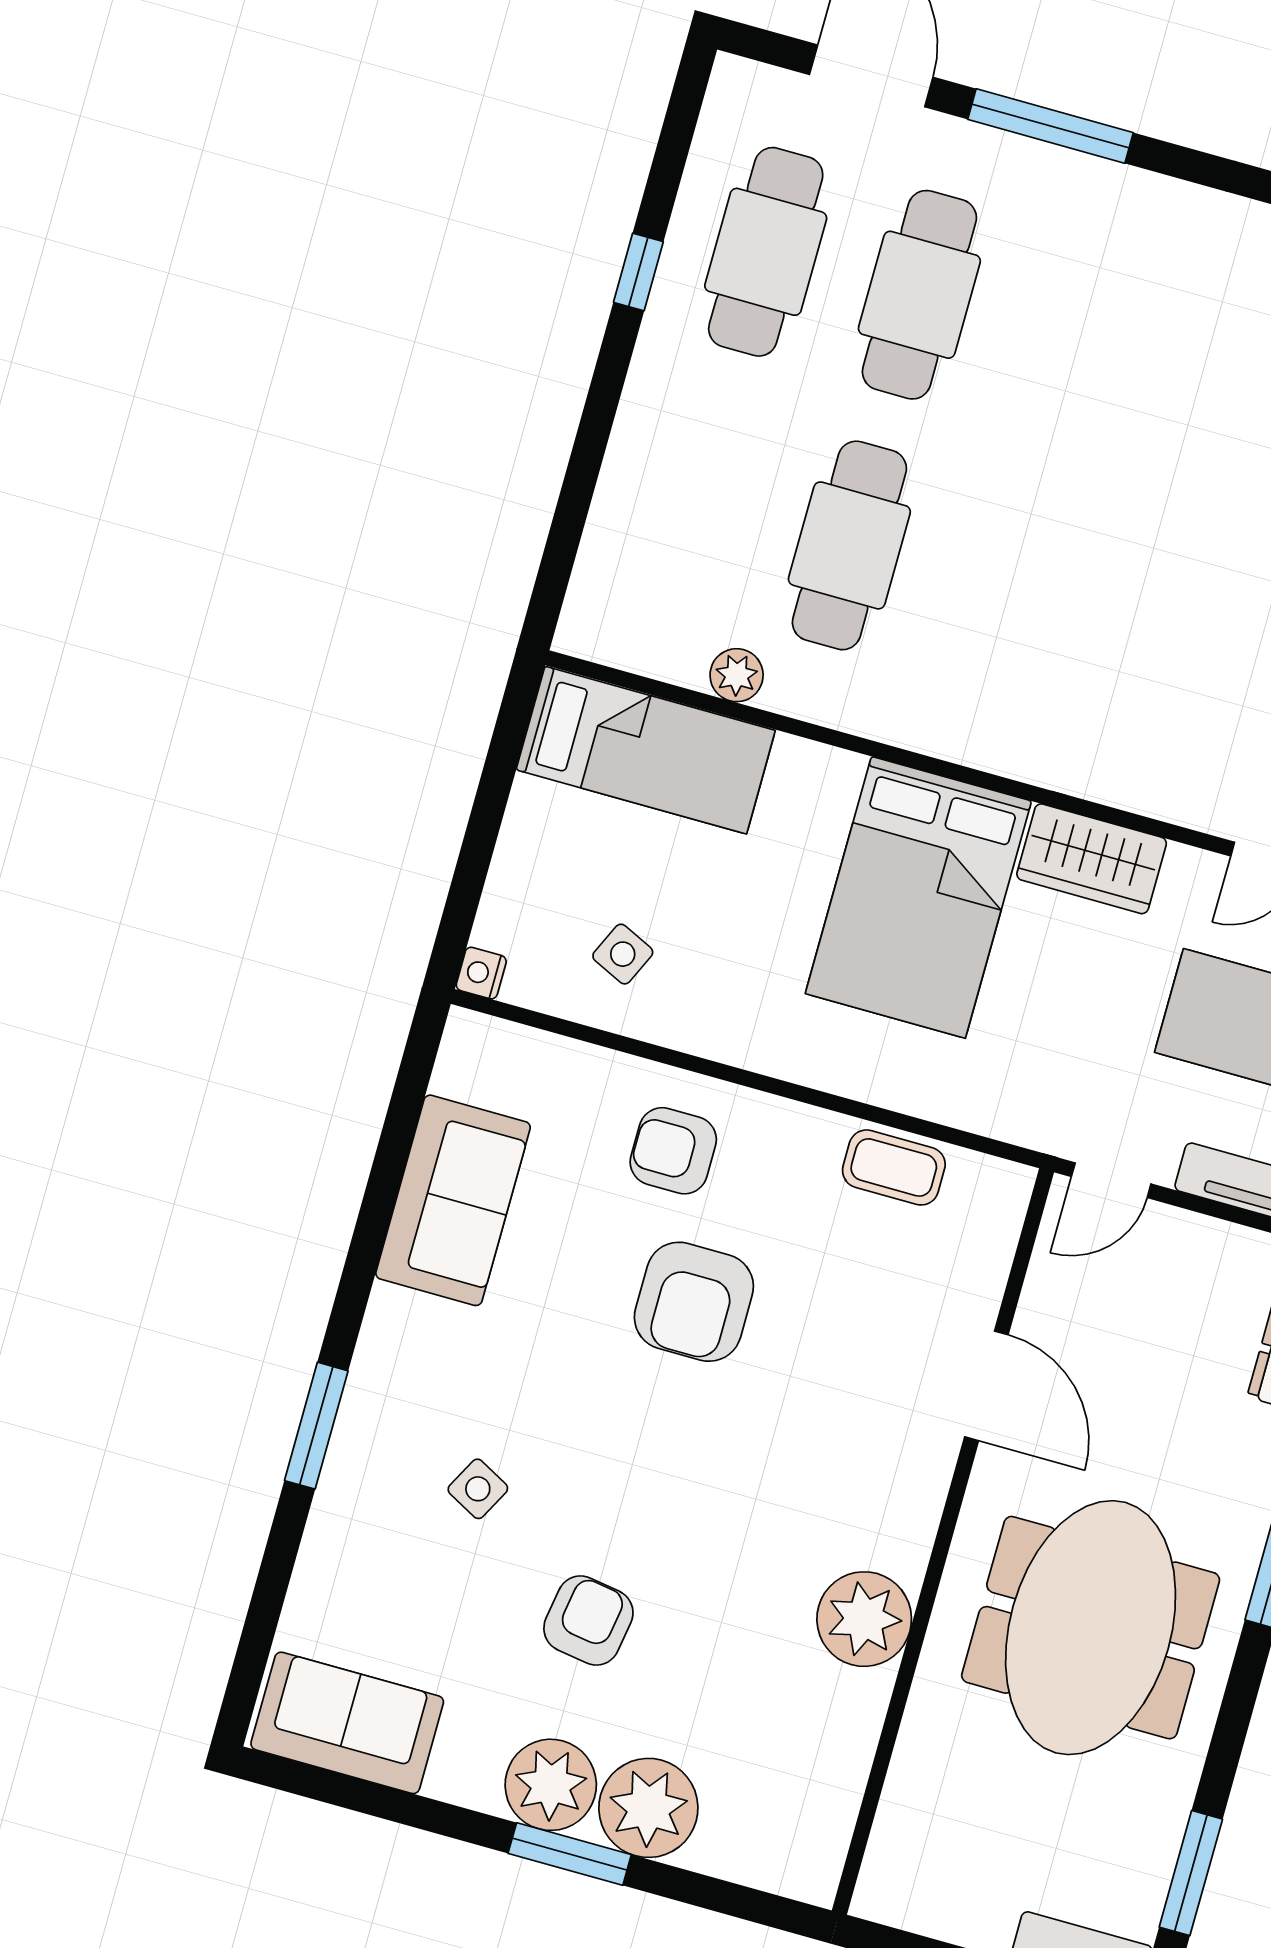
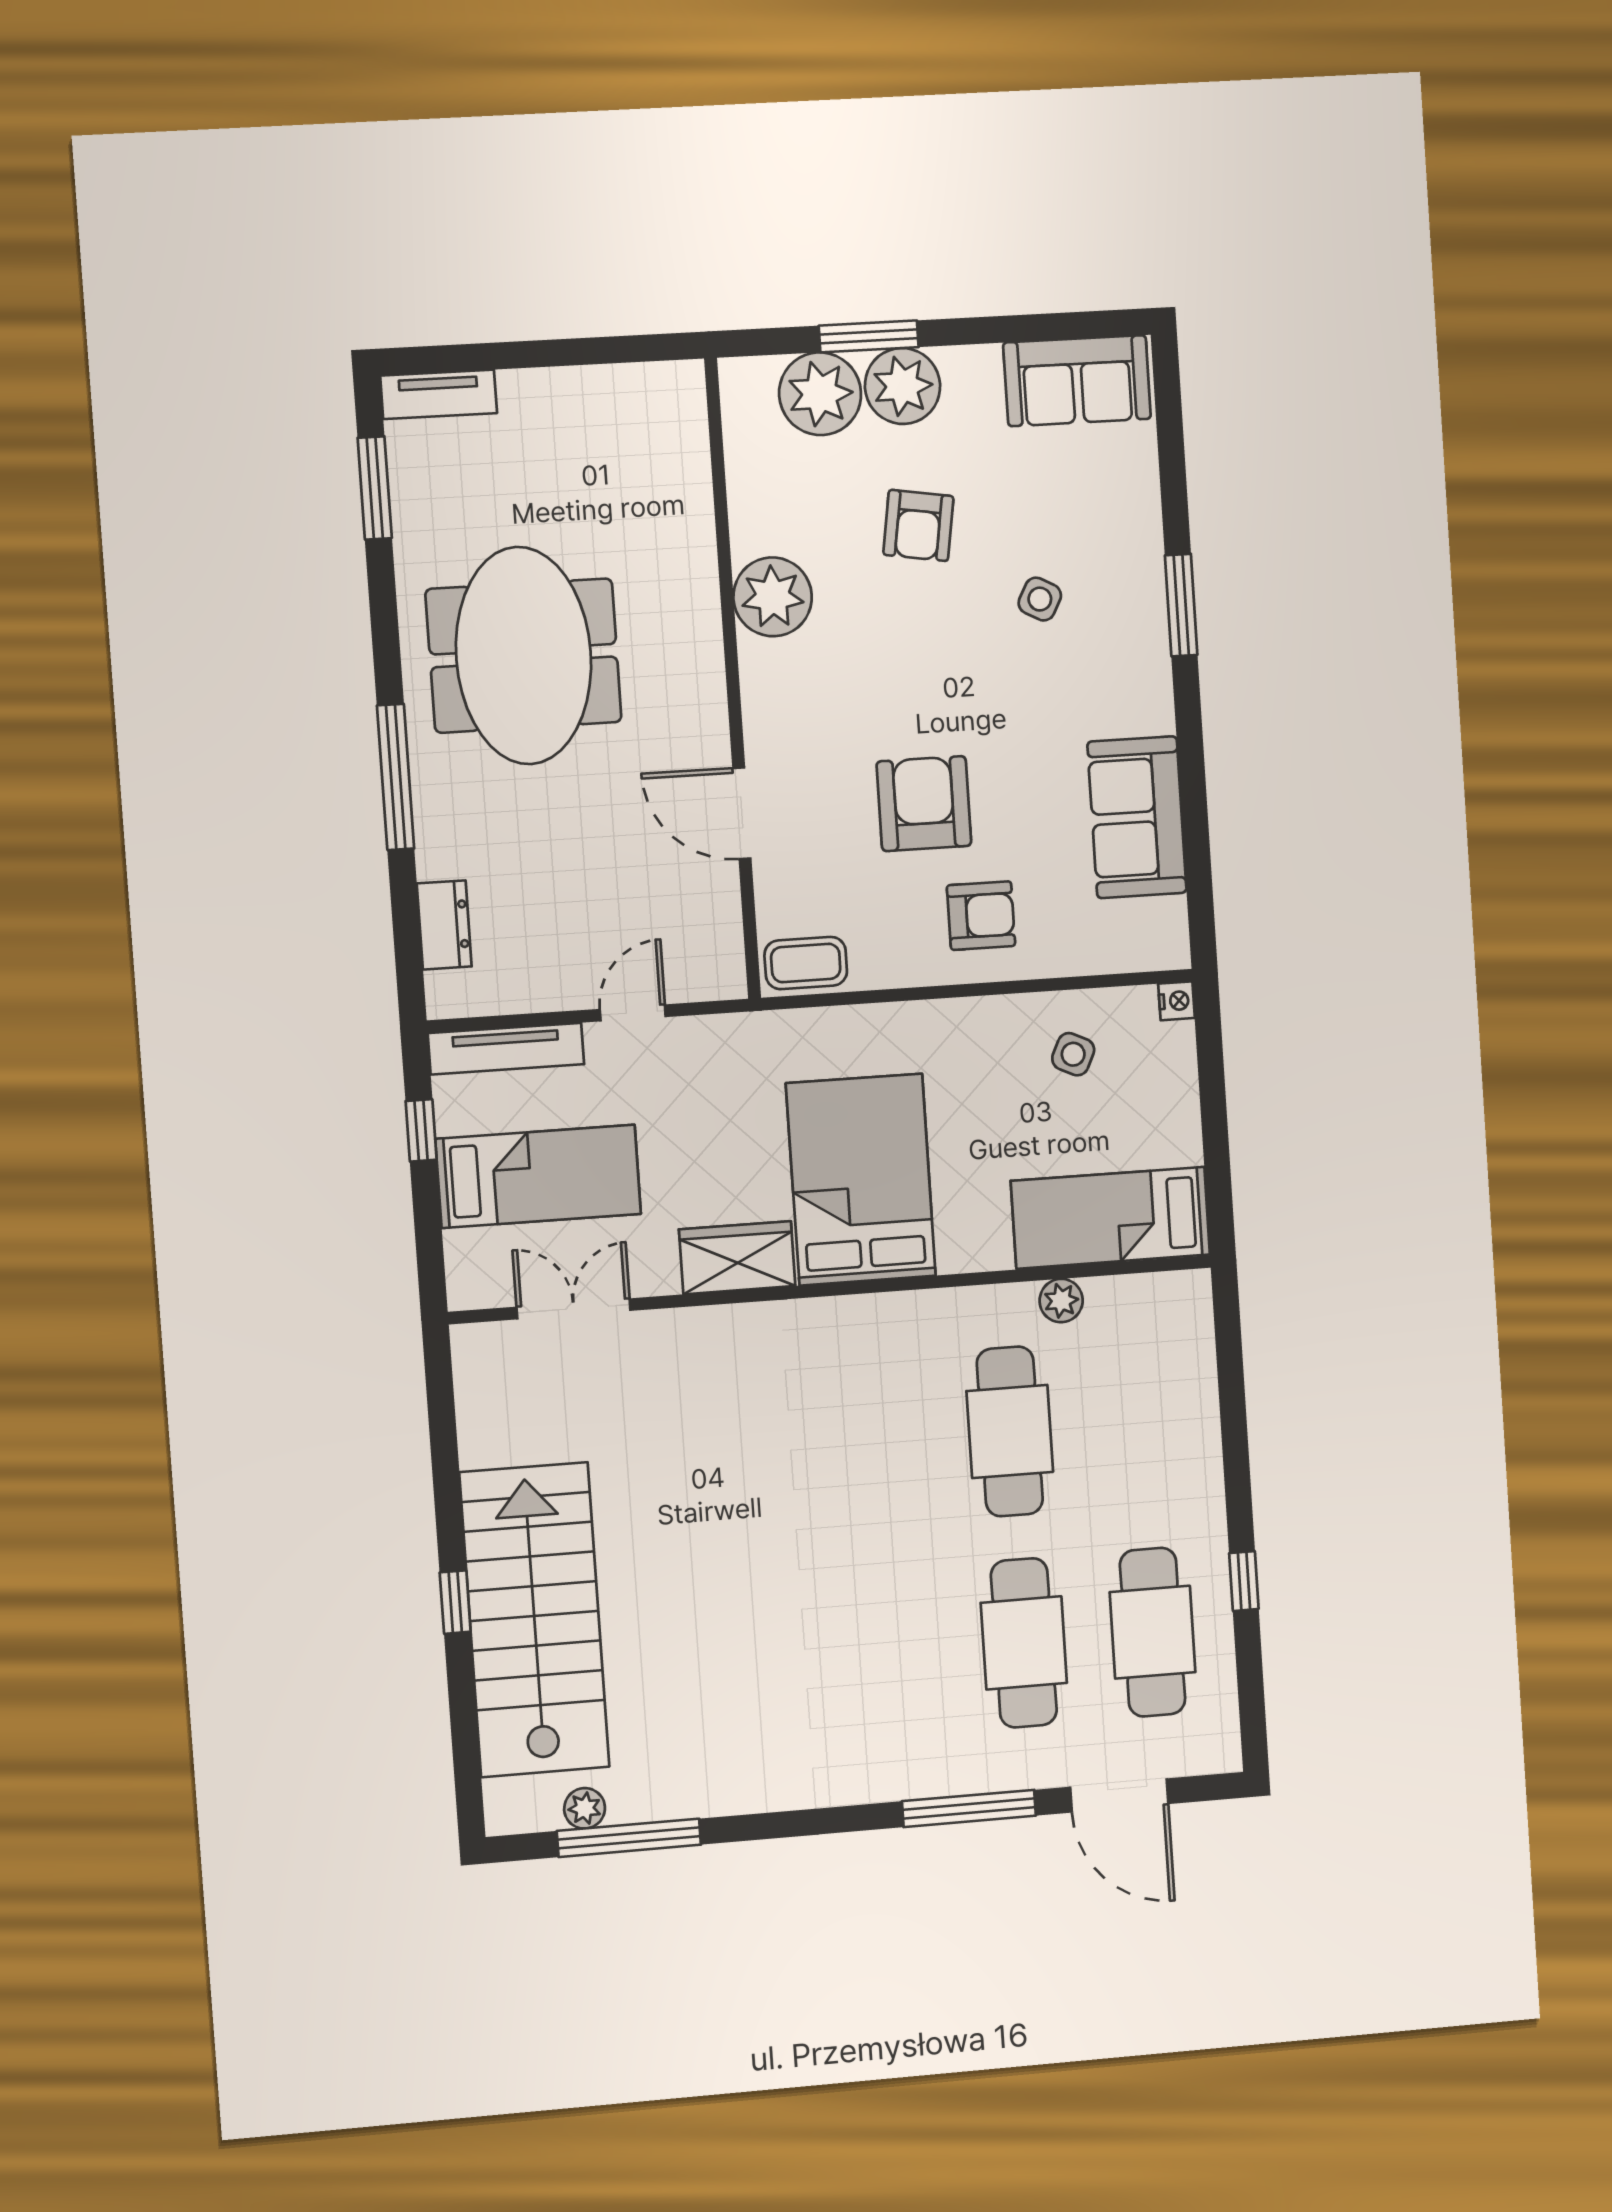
door: (986, 1386) -> (742, 813), moved
wall: (943, 1541) -> (733, 679), moved
plant: (864, 1619) -> (773, 597), moved

